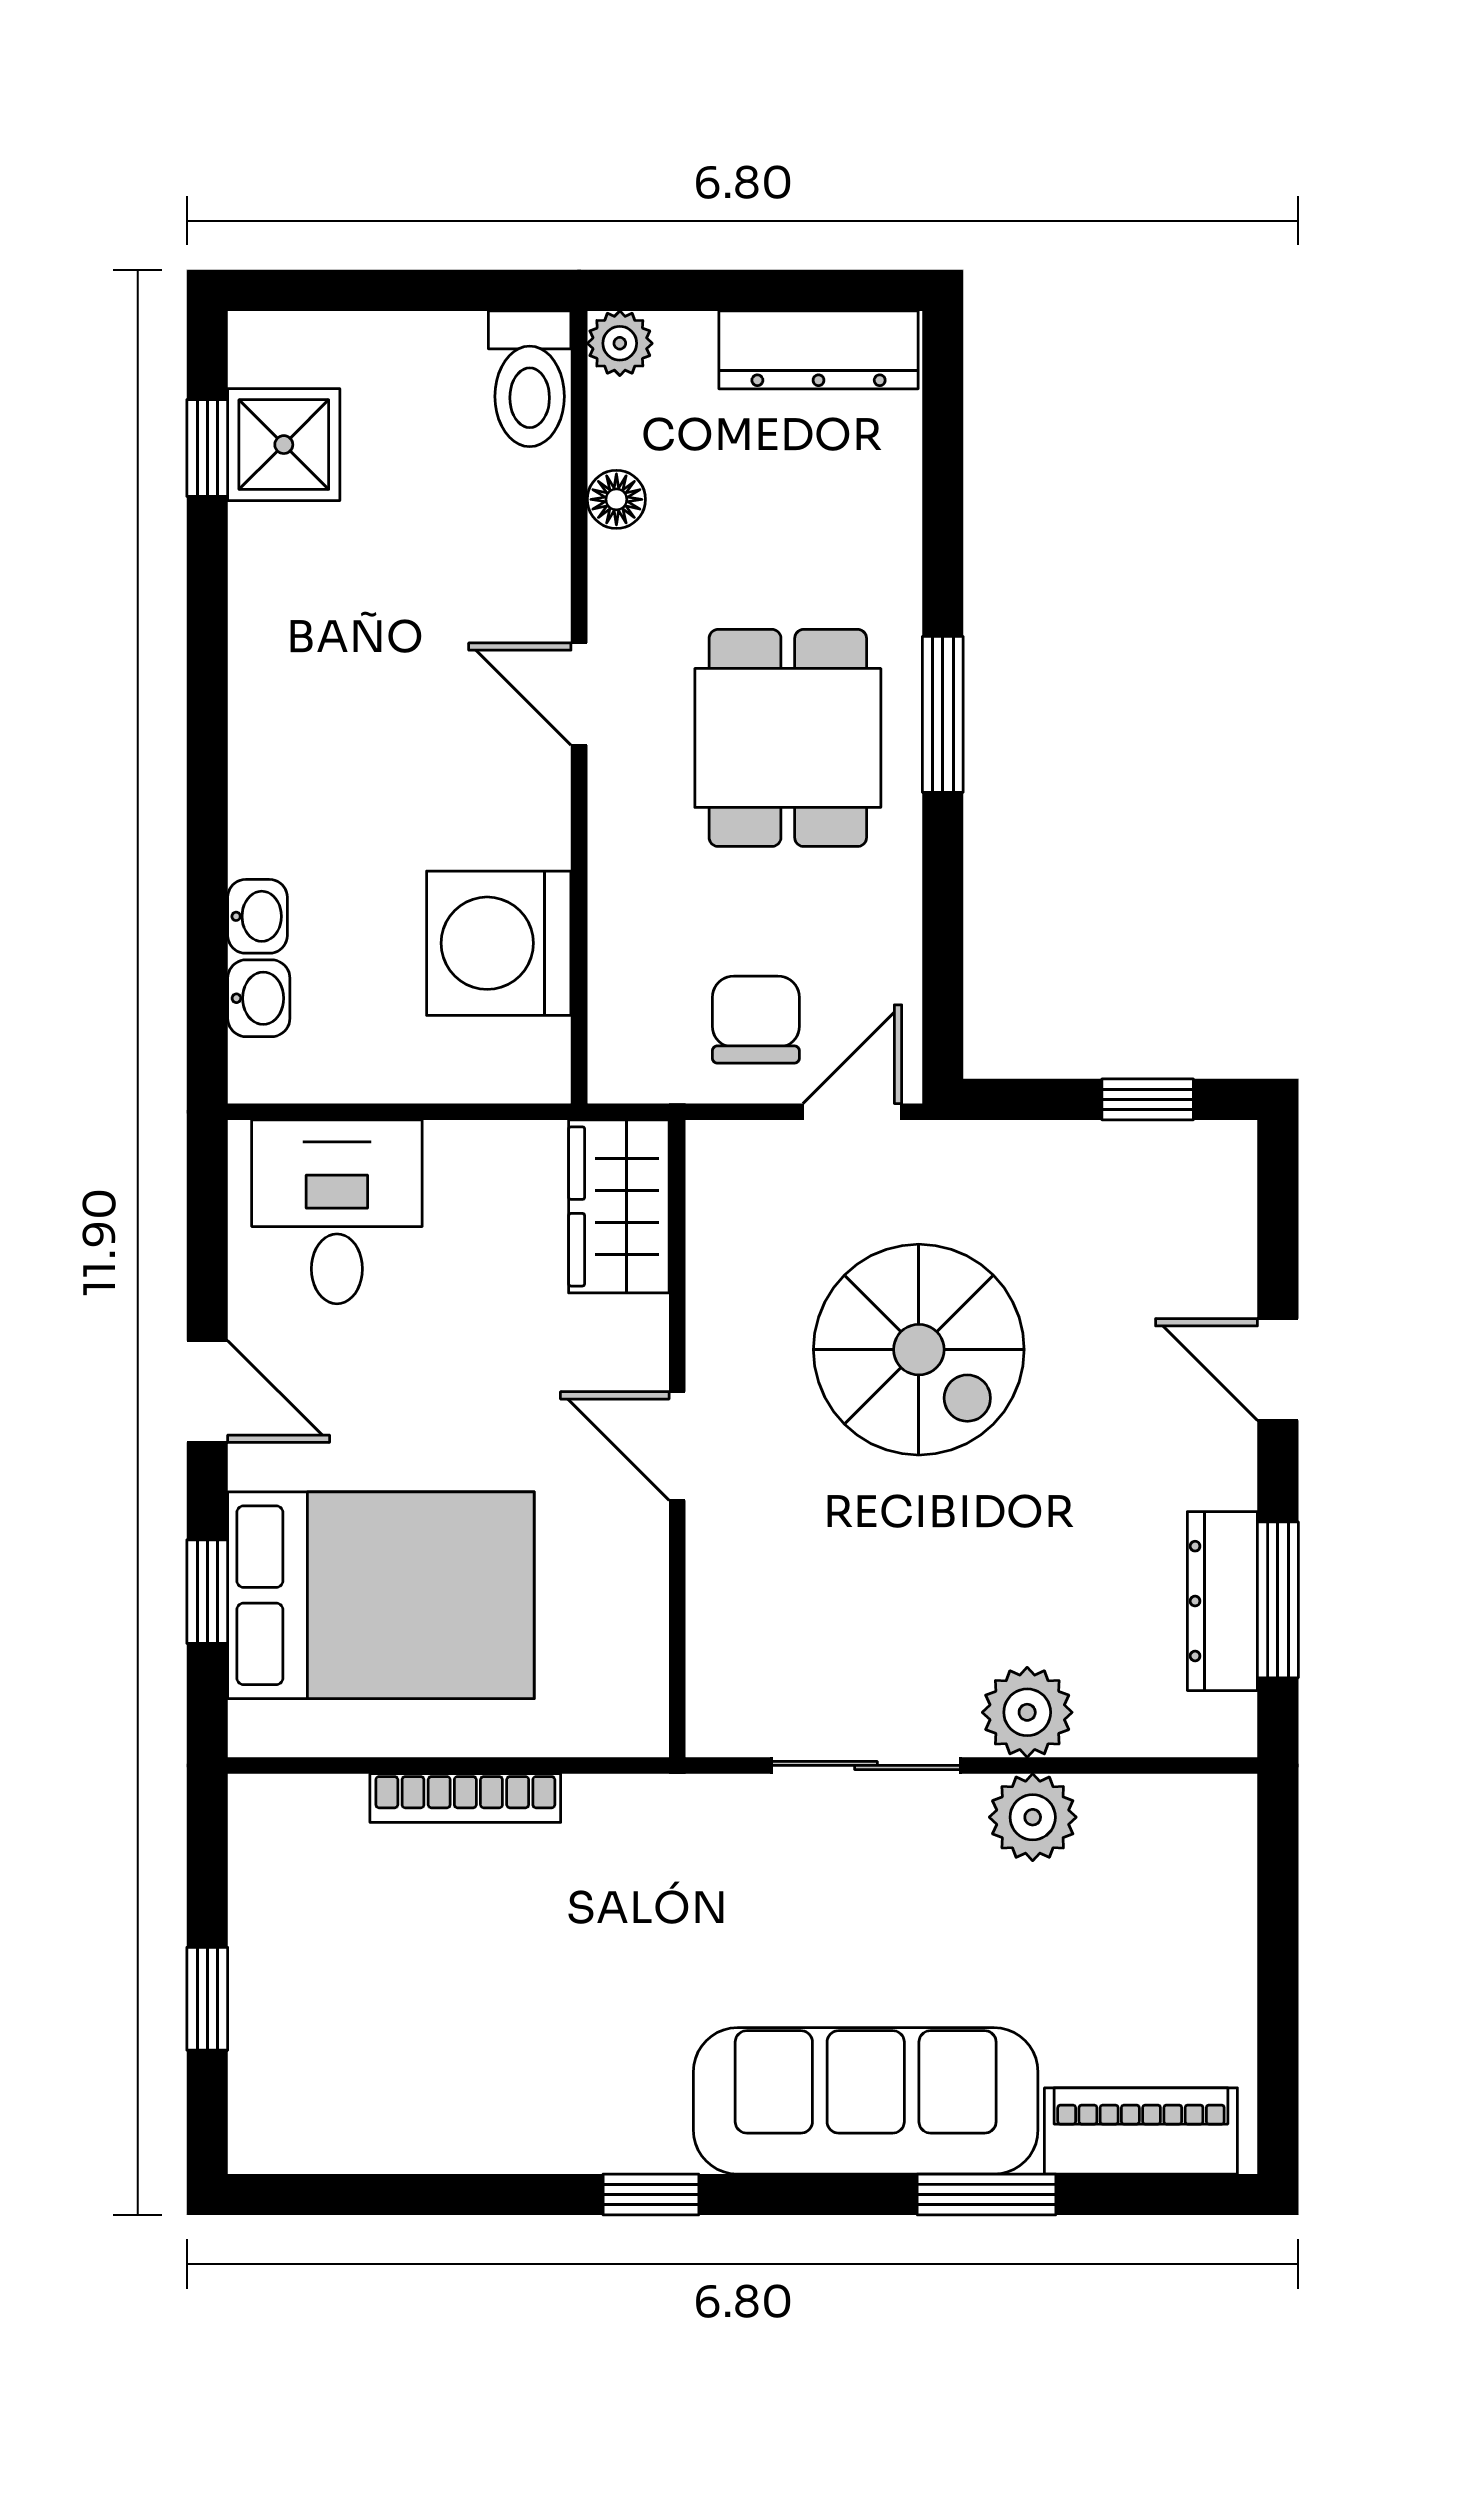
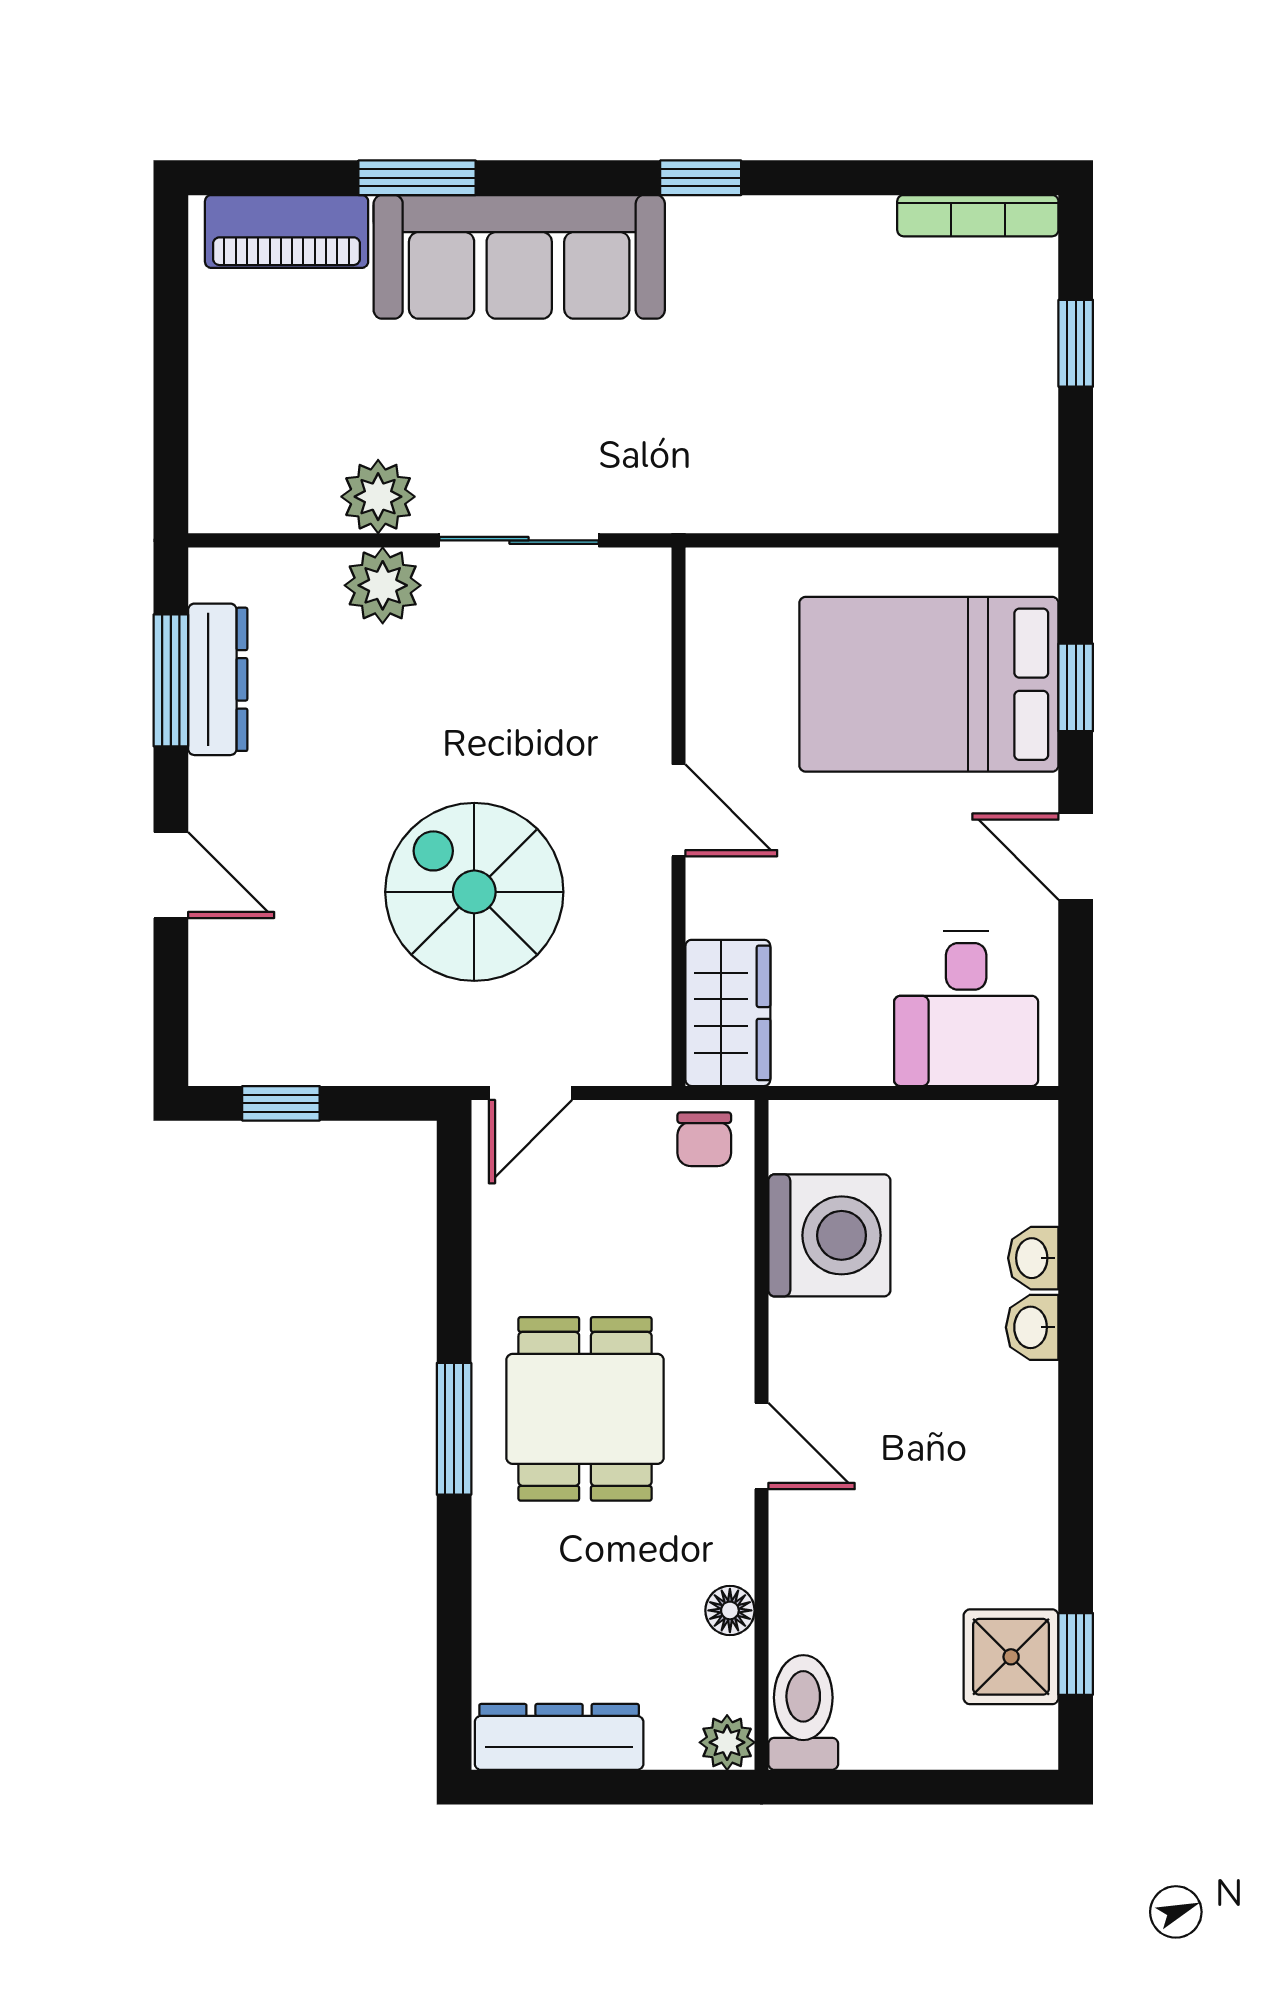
washbasin: (259, 998) -> (1032, 1327), moved
chair: (756, 1020) -> (704, 1139), moved, width x0.73, depth x0.73
bookcase: (465, 1798) -> (978, 216), moved, turned 180

